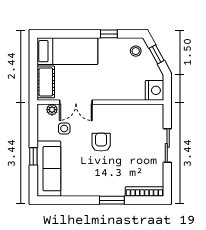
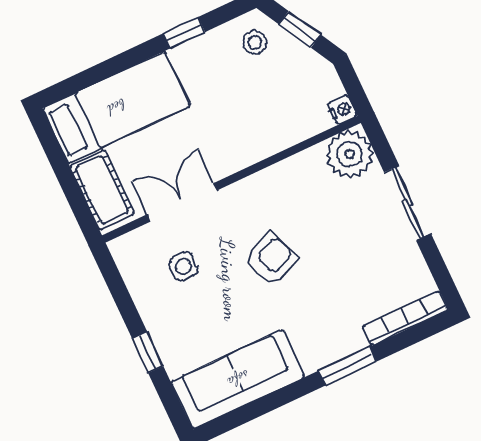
nightstand: (154, 90) -> (342, 110), width x0.53, depth x0.56
double door: (76, 102) -> (182, 202), swing flipped
plant: (52, 110) -> (350, 154), moved, width x1.87, depth x1.87
armchair: (101, 142) -> (271, 259), turned 68
sofa: (49, 169) -> (238, 379), moved, turned -90

